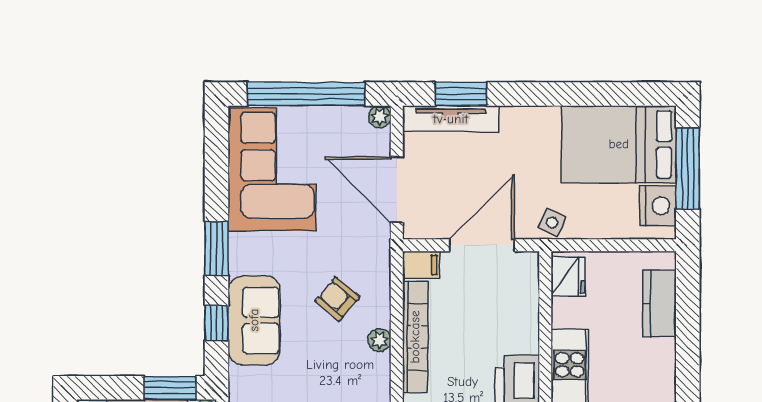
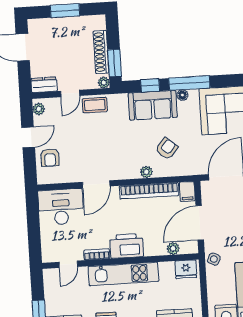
door: (482, 245) -> (200, 223), swing flipped
window: (216, 249) -> (189, 83), width x1.44
floor lamp: (238, 263) -> (182, 95), added
plant: (527, 298) -> (173, 249), added

